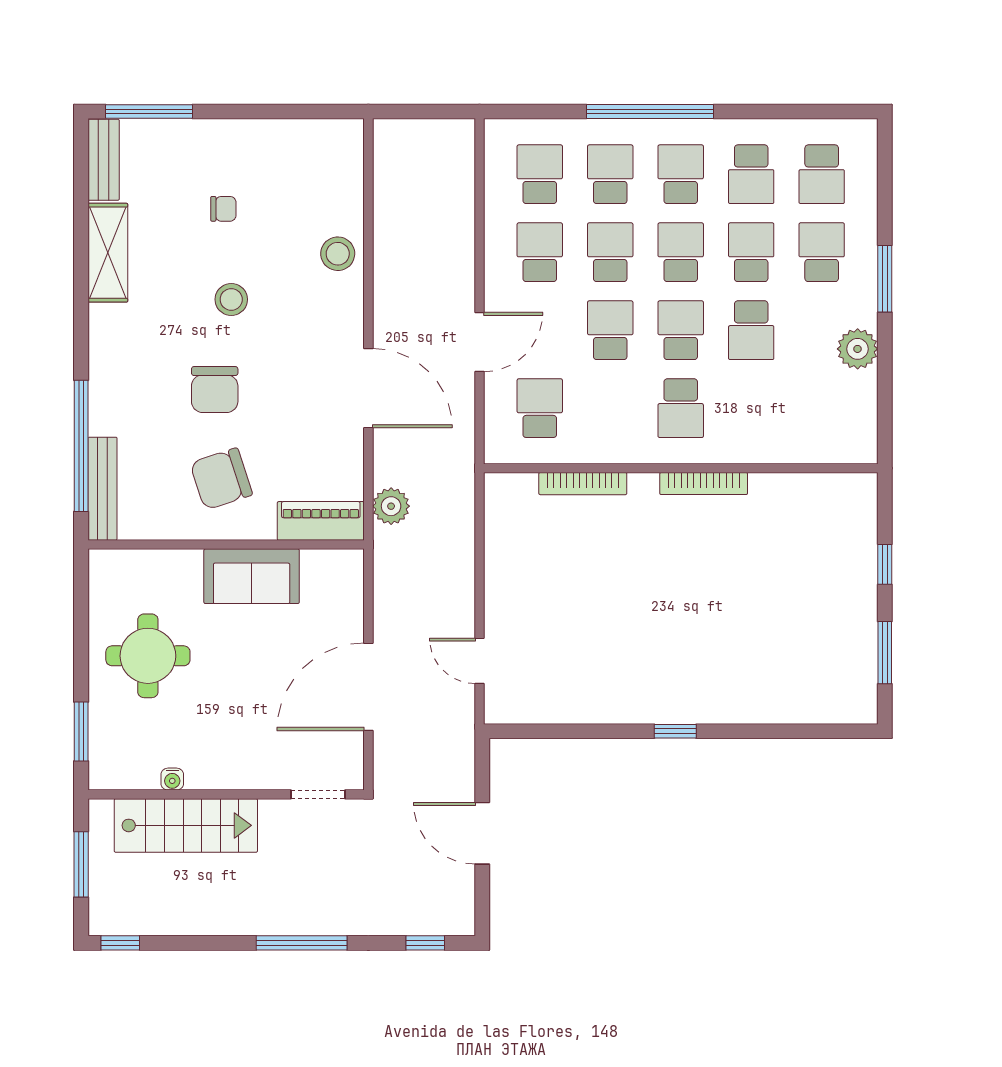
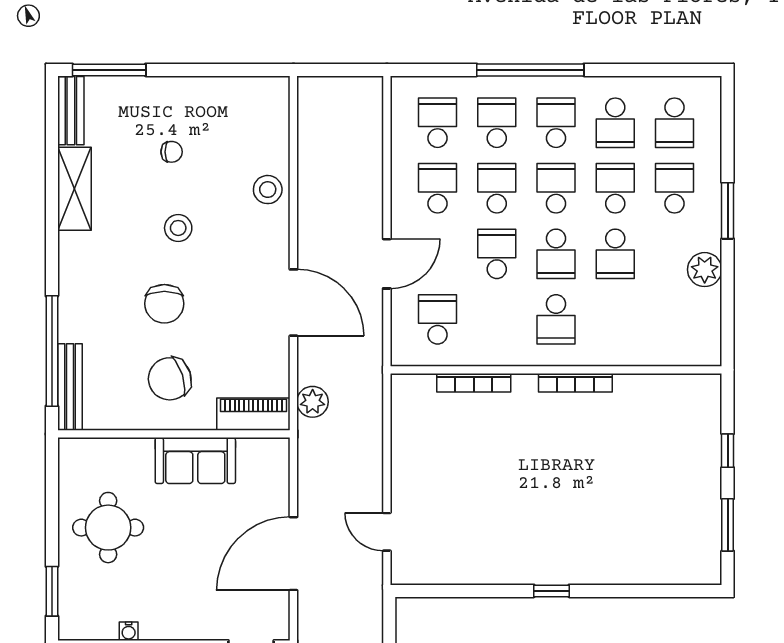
school desk: (681, 330) -> (556, 254), turned 180

